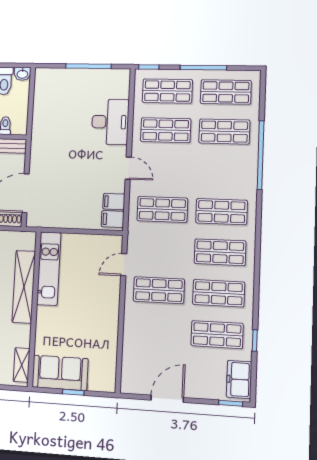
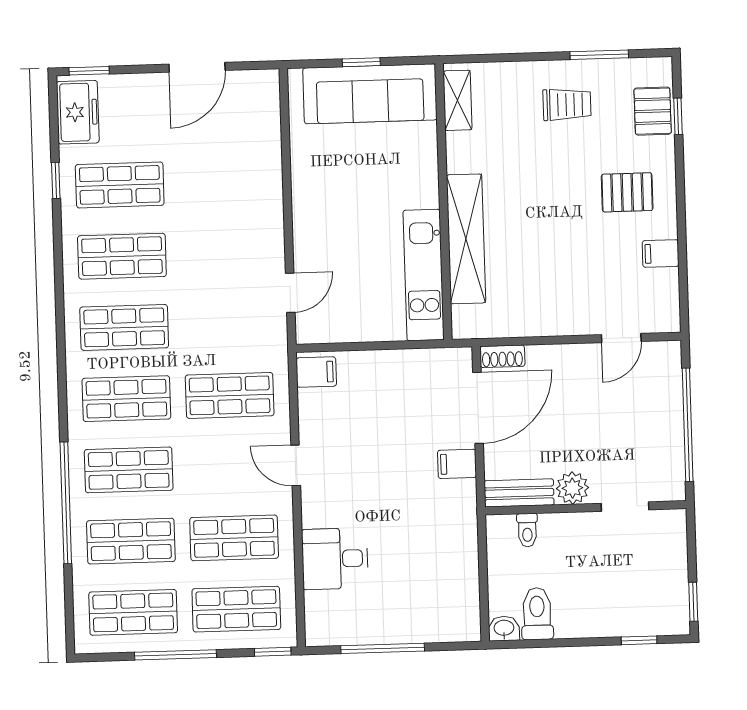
desk: (110, 122) -> (335, 559), width x0.73
filing cabinet: (114, 202) -> (457, 464), moved, turned 180
shop shelf: (159, 290) -> (129, 470), moved
sofa: (60, 373) -> (370, 94), width x1.36

